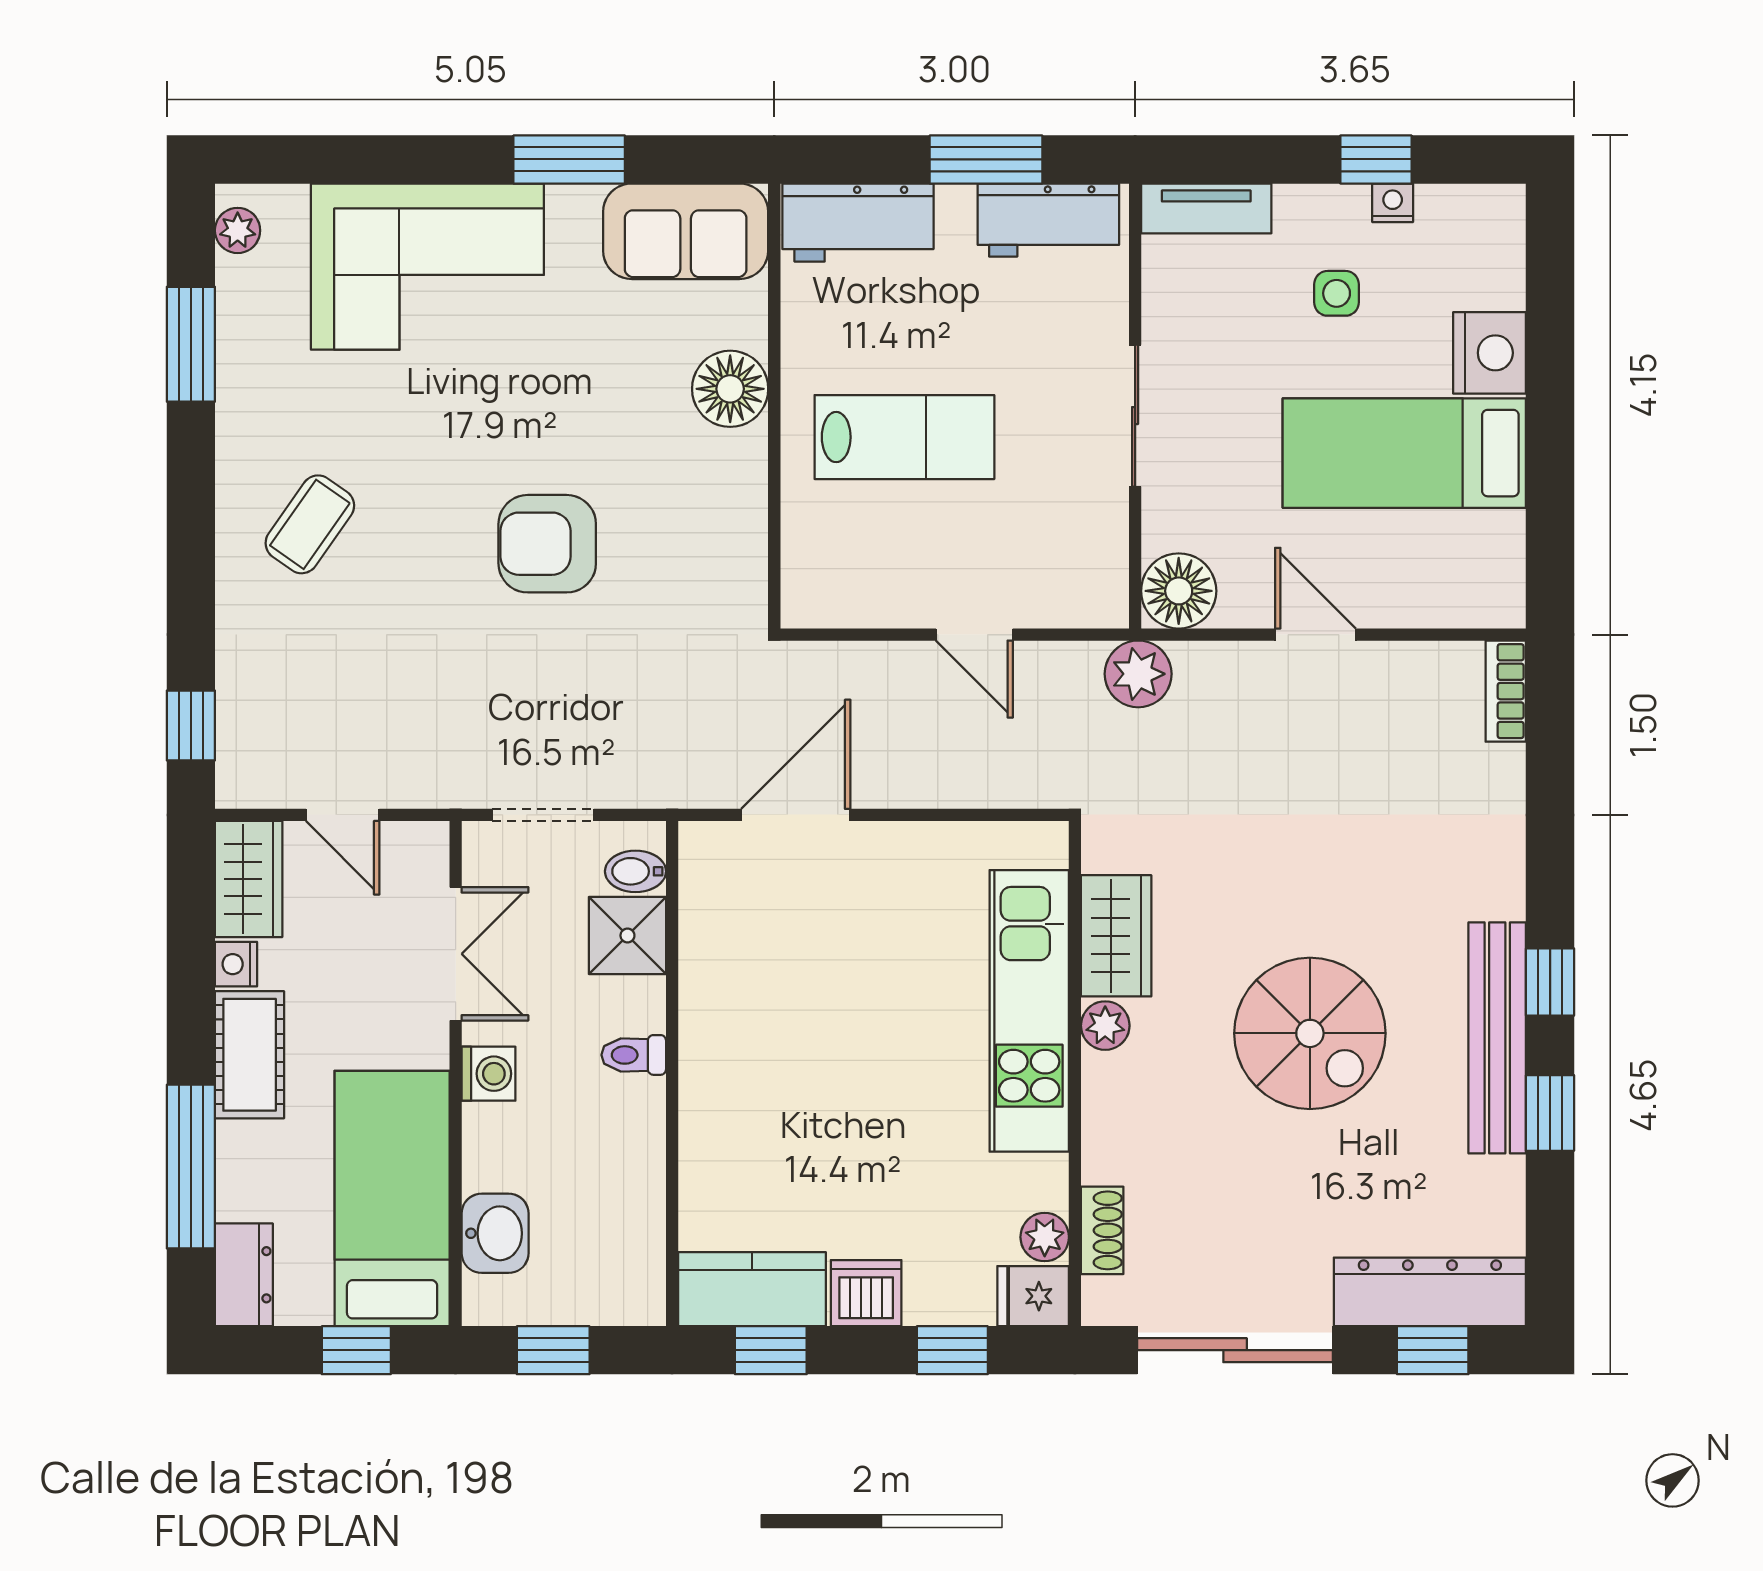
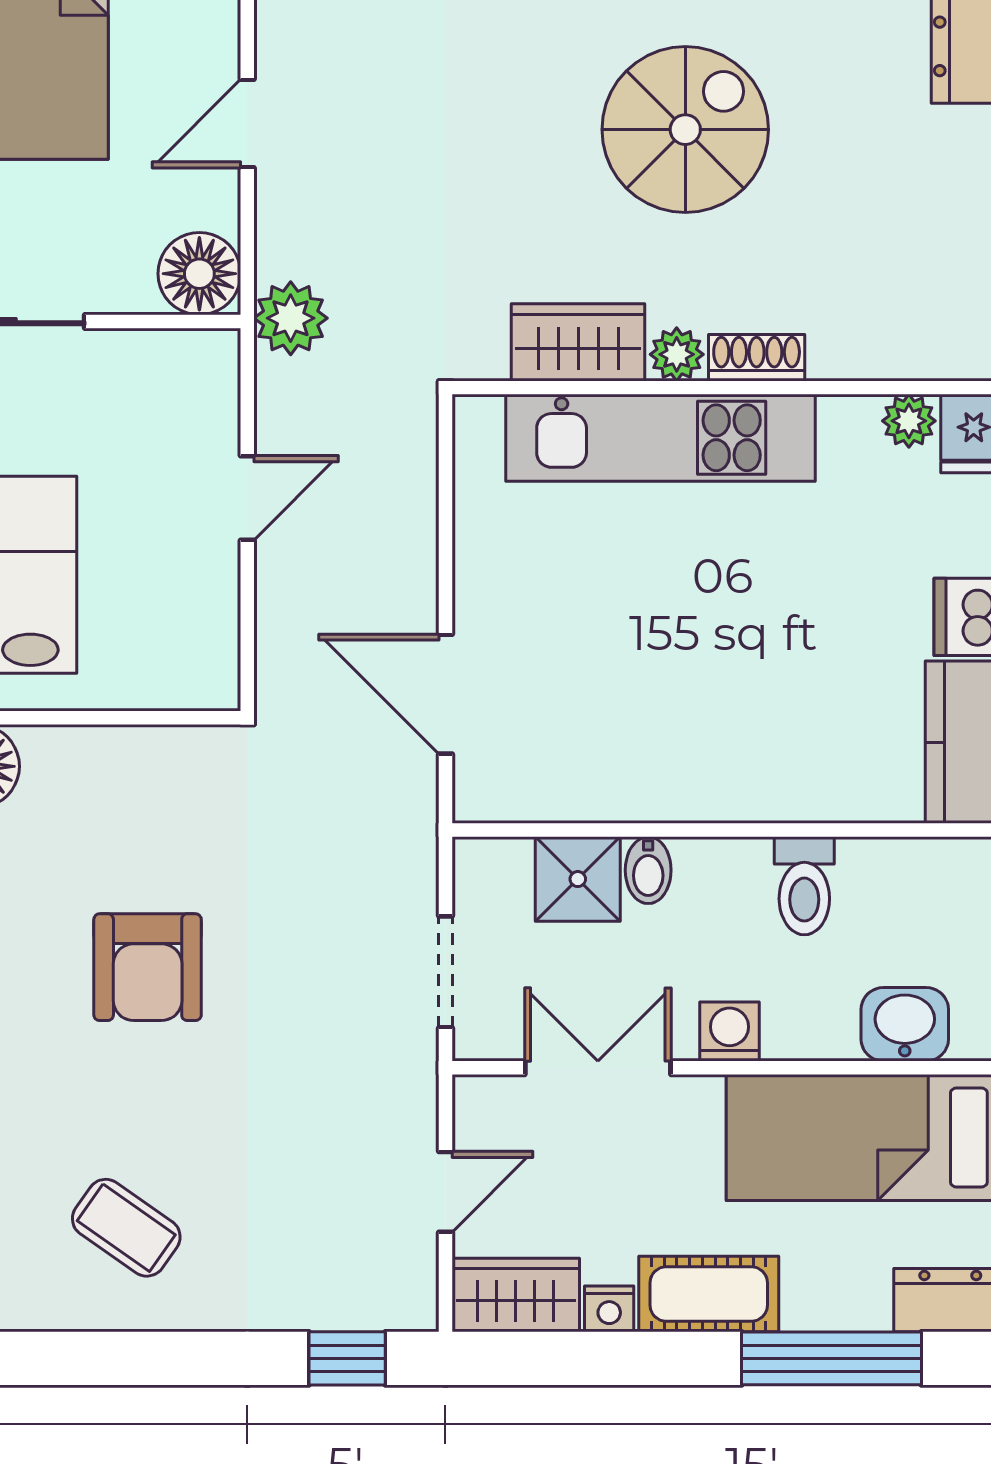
bidet: (635, 871) -> (648, 870), moved
toilet: (634, 1055) -> (804, 886), moved, width x1.37, depth x1.39
shoe rack: (1102, 1230) -> (757, 358), moved

